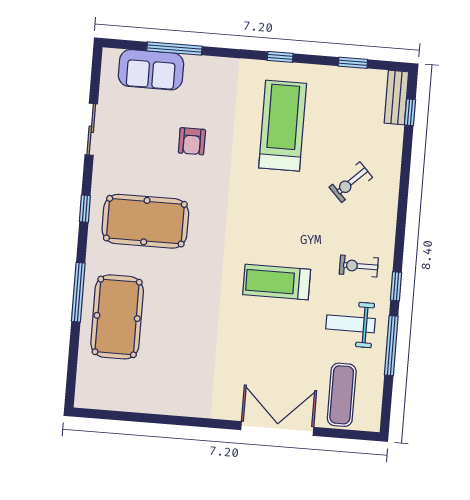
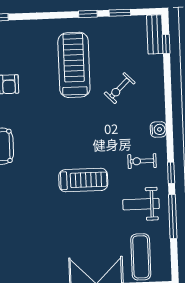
window: (280, 57) -> (88, 14), moved
exercise bike: (351, 182) -> (120, 88), moved
water cooler: (386, 226) -> (158, 129), added
treadmill: (277, 282) -> (83, 180), turned 180

